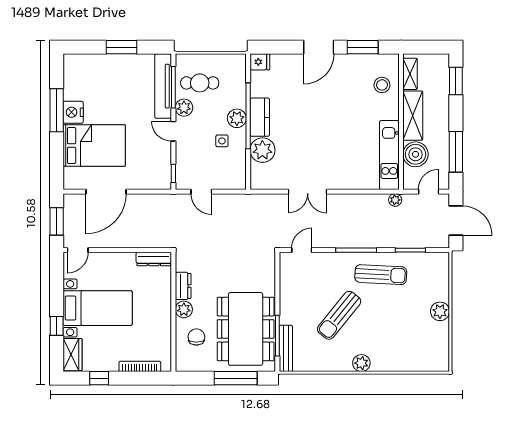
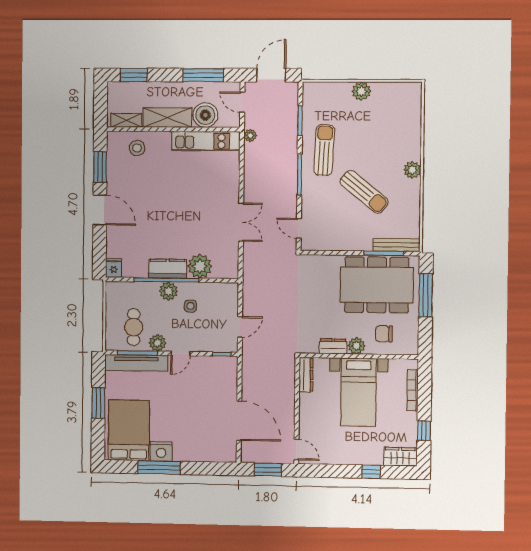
bed: (94, 146) -> (129, 430), moved
bed with nightstands: (98, 308) -> (359, 392), moved, turned 180

